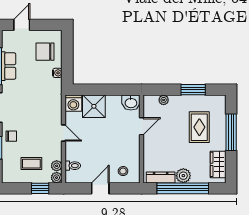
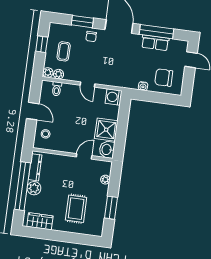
chair: (45, 52) -> (164, 78), turned -90
shower: (94, 106) -> (106, 130), moved
door: (142, 126) -> (84, 156), swing flipped
rug: (199, 127) -> (76, 209), turned 90
window: (231, 132) -> (68, 237), removed
door: (64, 133) -> (87, 84), hinge flipped
window: (40, 188) -> (42, 44), moved

